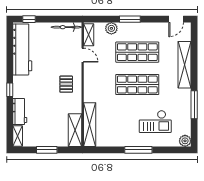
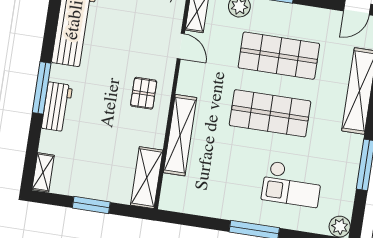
window: (10, 90) -> (42, 88), width x2.17
workbench: (20, 112) -> (57, 107), moved
shelving: (90, 125) -> (180, 135), moved

